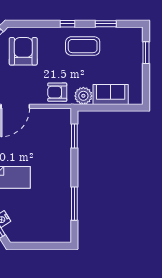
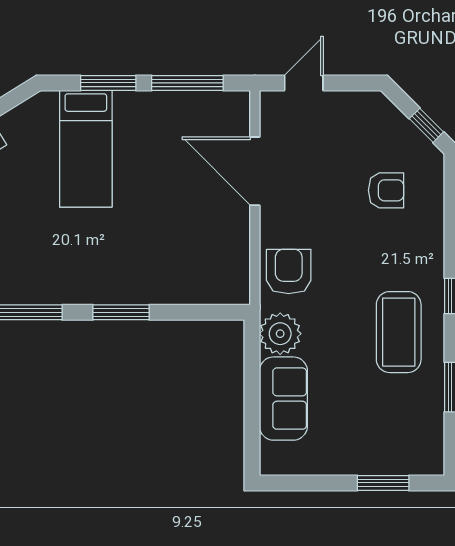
armchair: (23, 51) -> (386, 190), width x0.53, depth x0.53
window: (74, 136) -> (121, 312), moved

